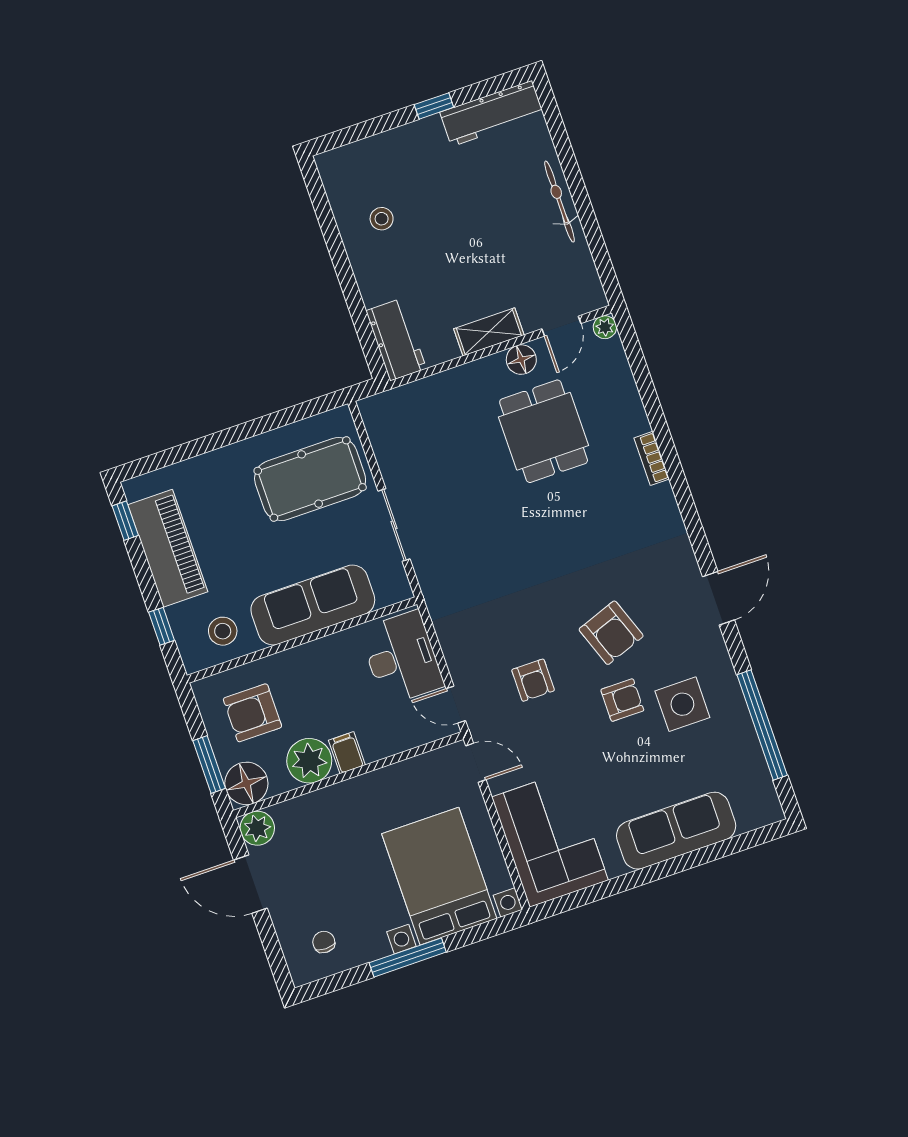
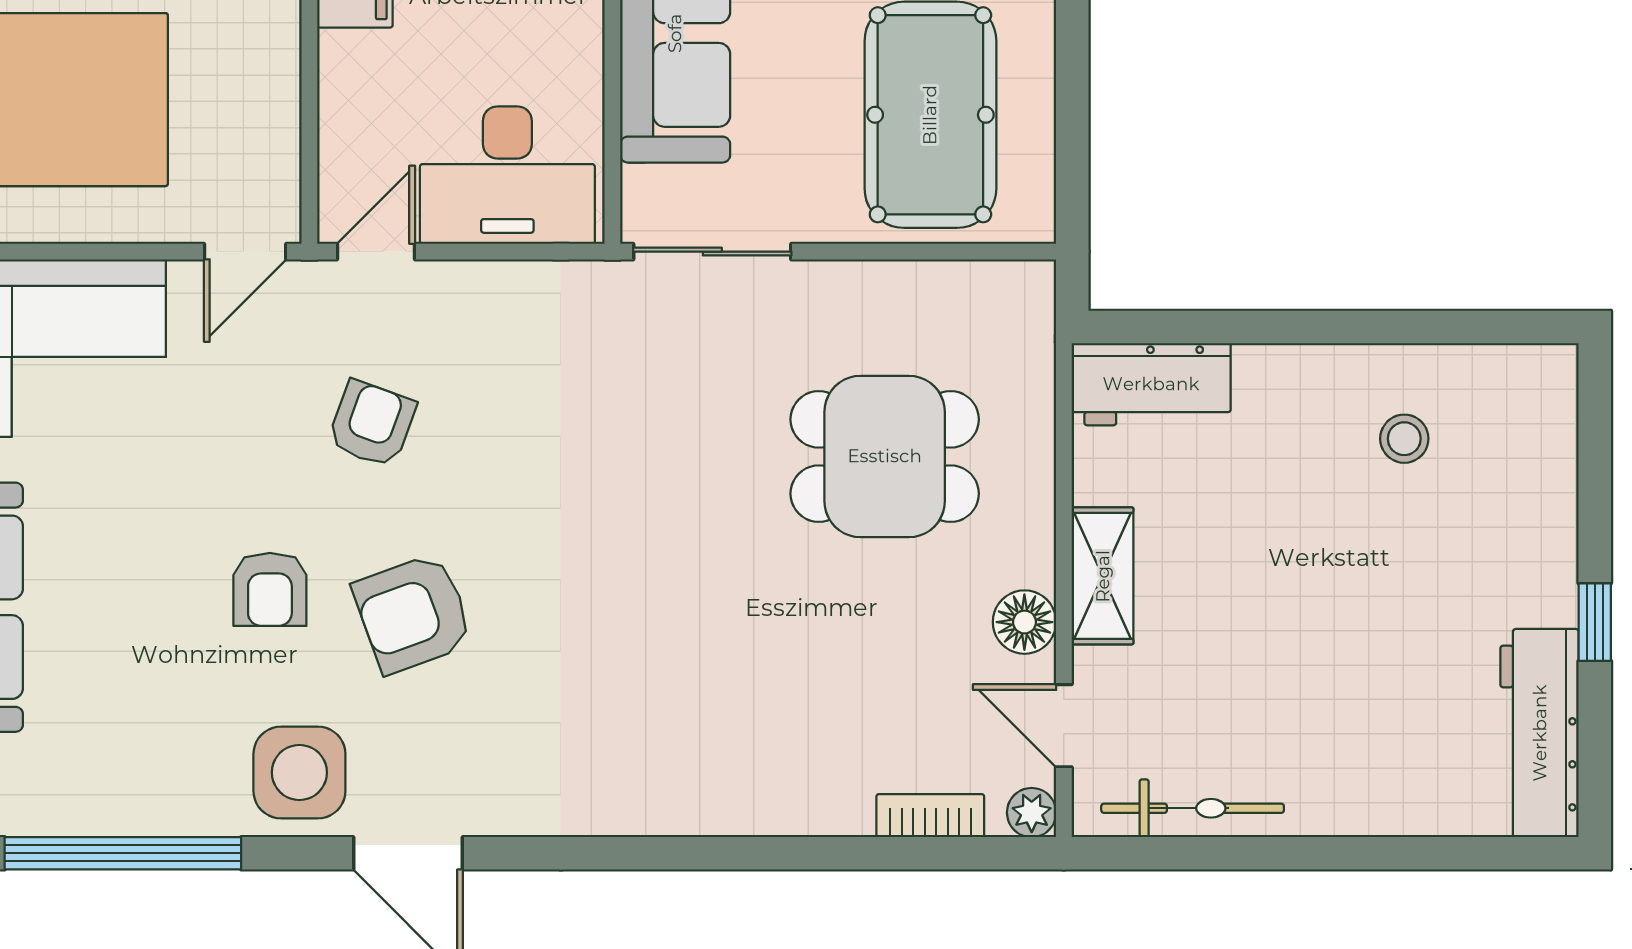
bicycle: (560, 202) -> (1193, 808), moved
dining table: (544, 431) -> (885, 456), moved
bookcase: (652, 458) -> (930, 816), moved
sliding door: (394, 525) -> (712, 252), moved
armchair: (533, 680) -> (372, 424), turned 110
side table: (682, 704) -> (299, 772), moved

